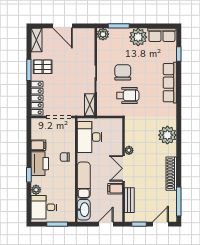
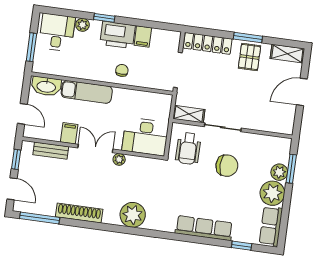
plant: (103, 34) -> (279, 172), moved
wheelchair: (128, 95) -> (188, 148), moved
desk: (90, 137) -> (145, 137), moved, turned 180

